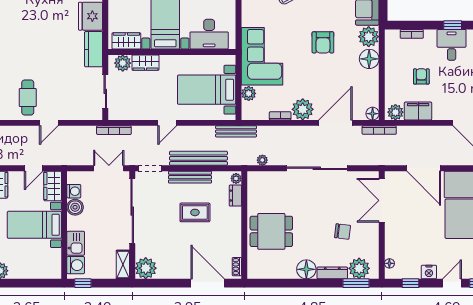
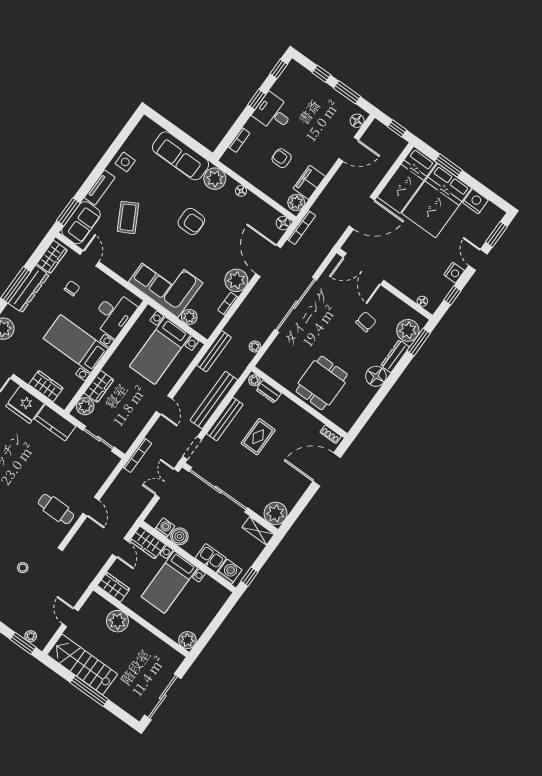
wardrobe: (126, 41) -> (46, 386), moved, turned 90
floor lamp: (369, 59) -> (241, 191), width x0.53, depth x0.53

